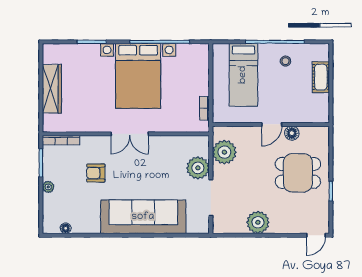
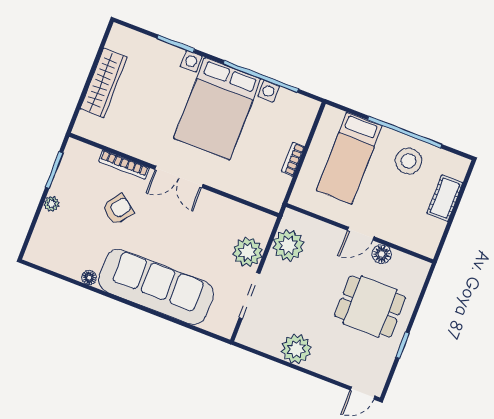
stool: (285, 61) -> (408, 161), width x1.89, depth x1.89
bookcase: (204, 108) -> (293, 159), moved
bookcase: (61, 140) -> (124, 165), moved
armchair: (96, 173) -> (118, 209), turned 127
floor lamp: (66, 228) -> (89, 278), moved

